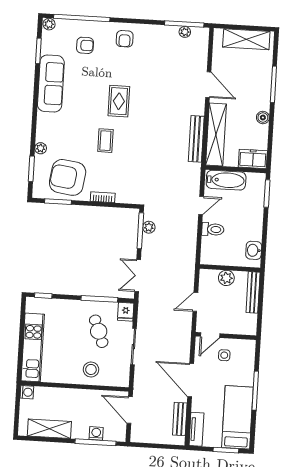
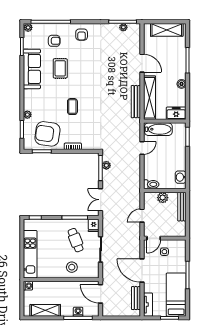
rug: (119, 101) -> (60, 68), moved
toilet: (213, 229) -> (151, 184), moved

